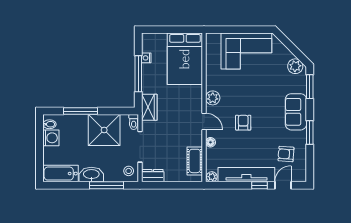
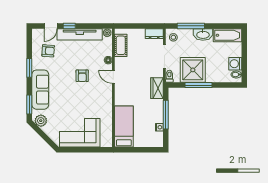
bed: (185, 59) -> (124, 127), width x0.67
plant: (213, 98) -> (106, 95), removed
window: (81, 111) -> (198, 85), moved
sofa: (296, 112) -> (40, 90), width x1.36

